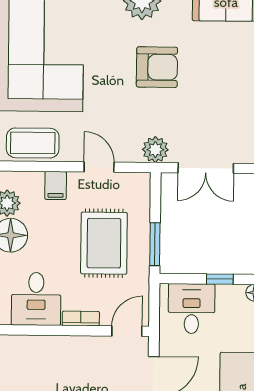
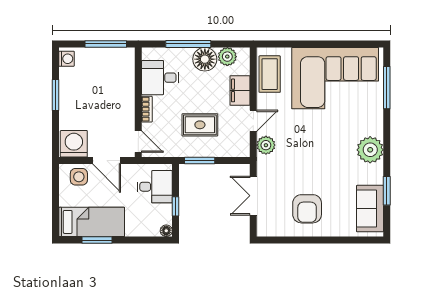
armchair: (157, 67) -> (307, 209), moved
plant: (155, 150) -> (266, 145), moved
filing cabinet: (56, 185) -> (240, 90), width x2.00
rug: (104, 243) -> (200, 125), width x0.73, depth x0.70

